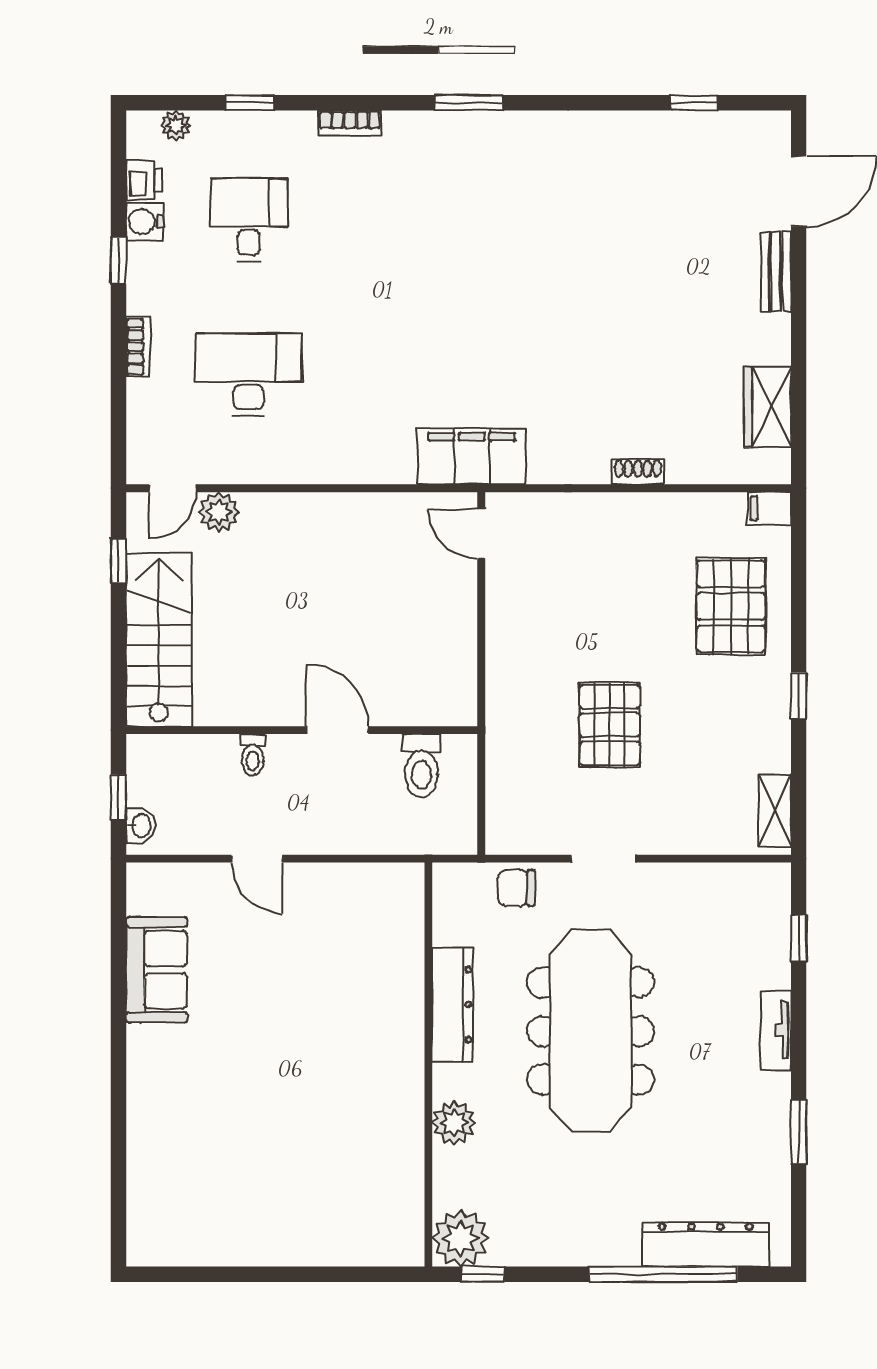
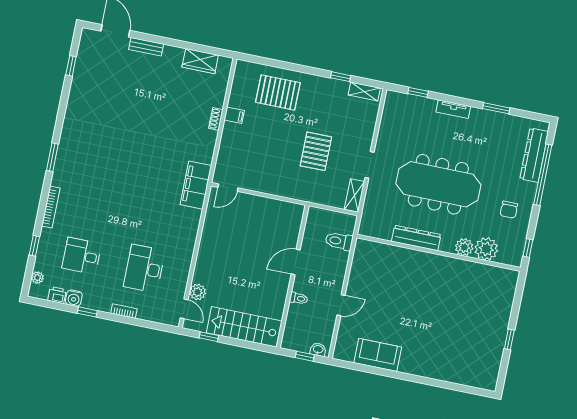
bookcase: (350, 123) -> (51, 207), width x1.56
filing cabinet: (769, 508) -> (234, 115), moved, turned -90
window: (799, 696) -> (341, 77), moved
pallet: (610, 725) -> (316, 151), turned 90
toilet: (422, 766) -> (339, 241), moved, turned 180
shelving: (523, 838) -> (354, 196), added
chair: (516, 888) -> (509, 210), moved
plant: (461, 1238) -> (486, 249), moved
window: (257, 1274) -> (509, 339), added

